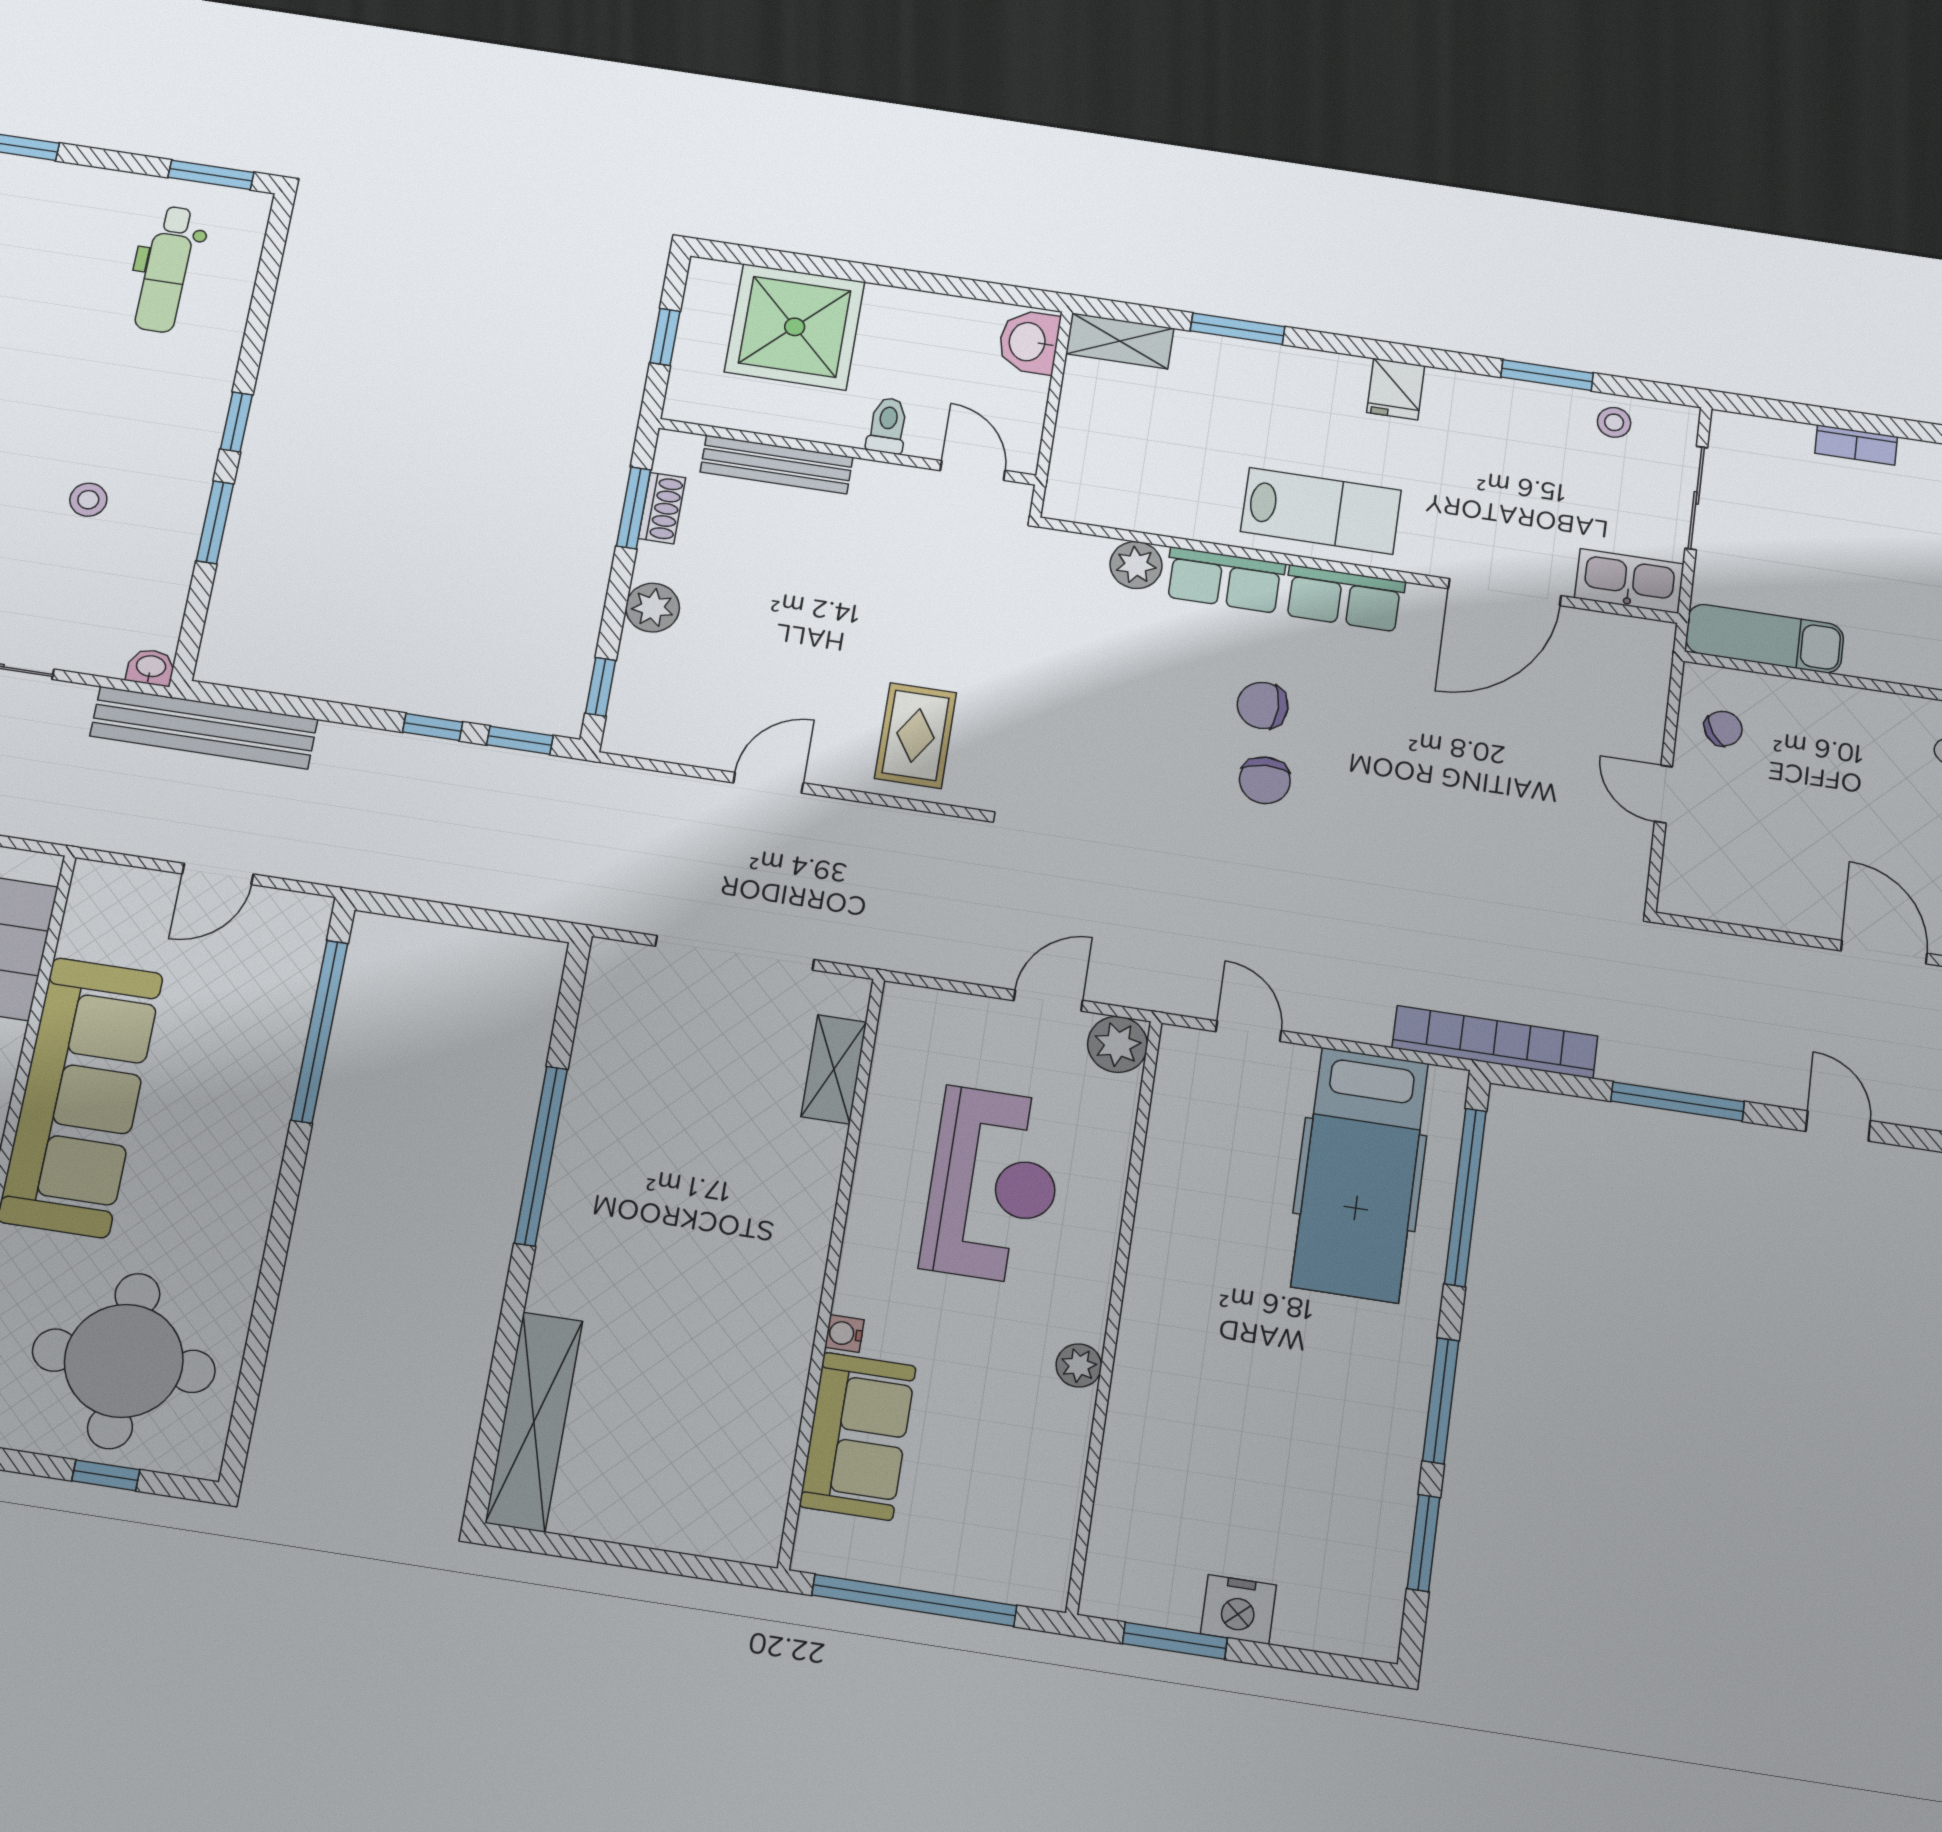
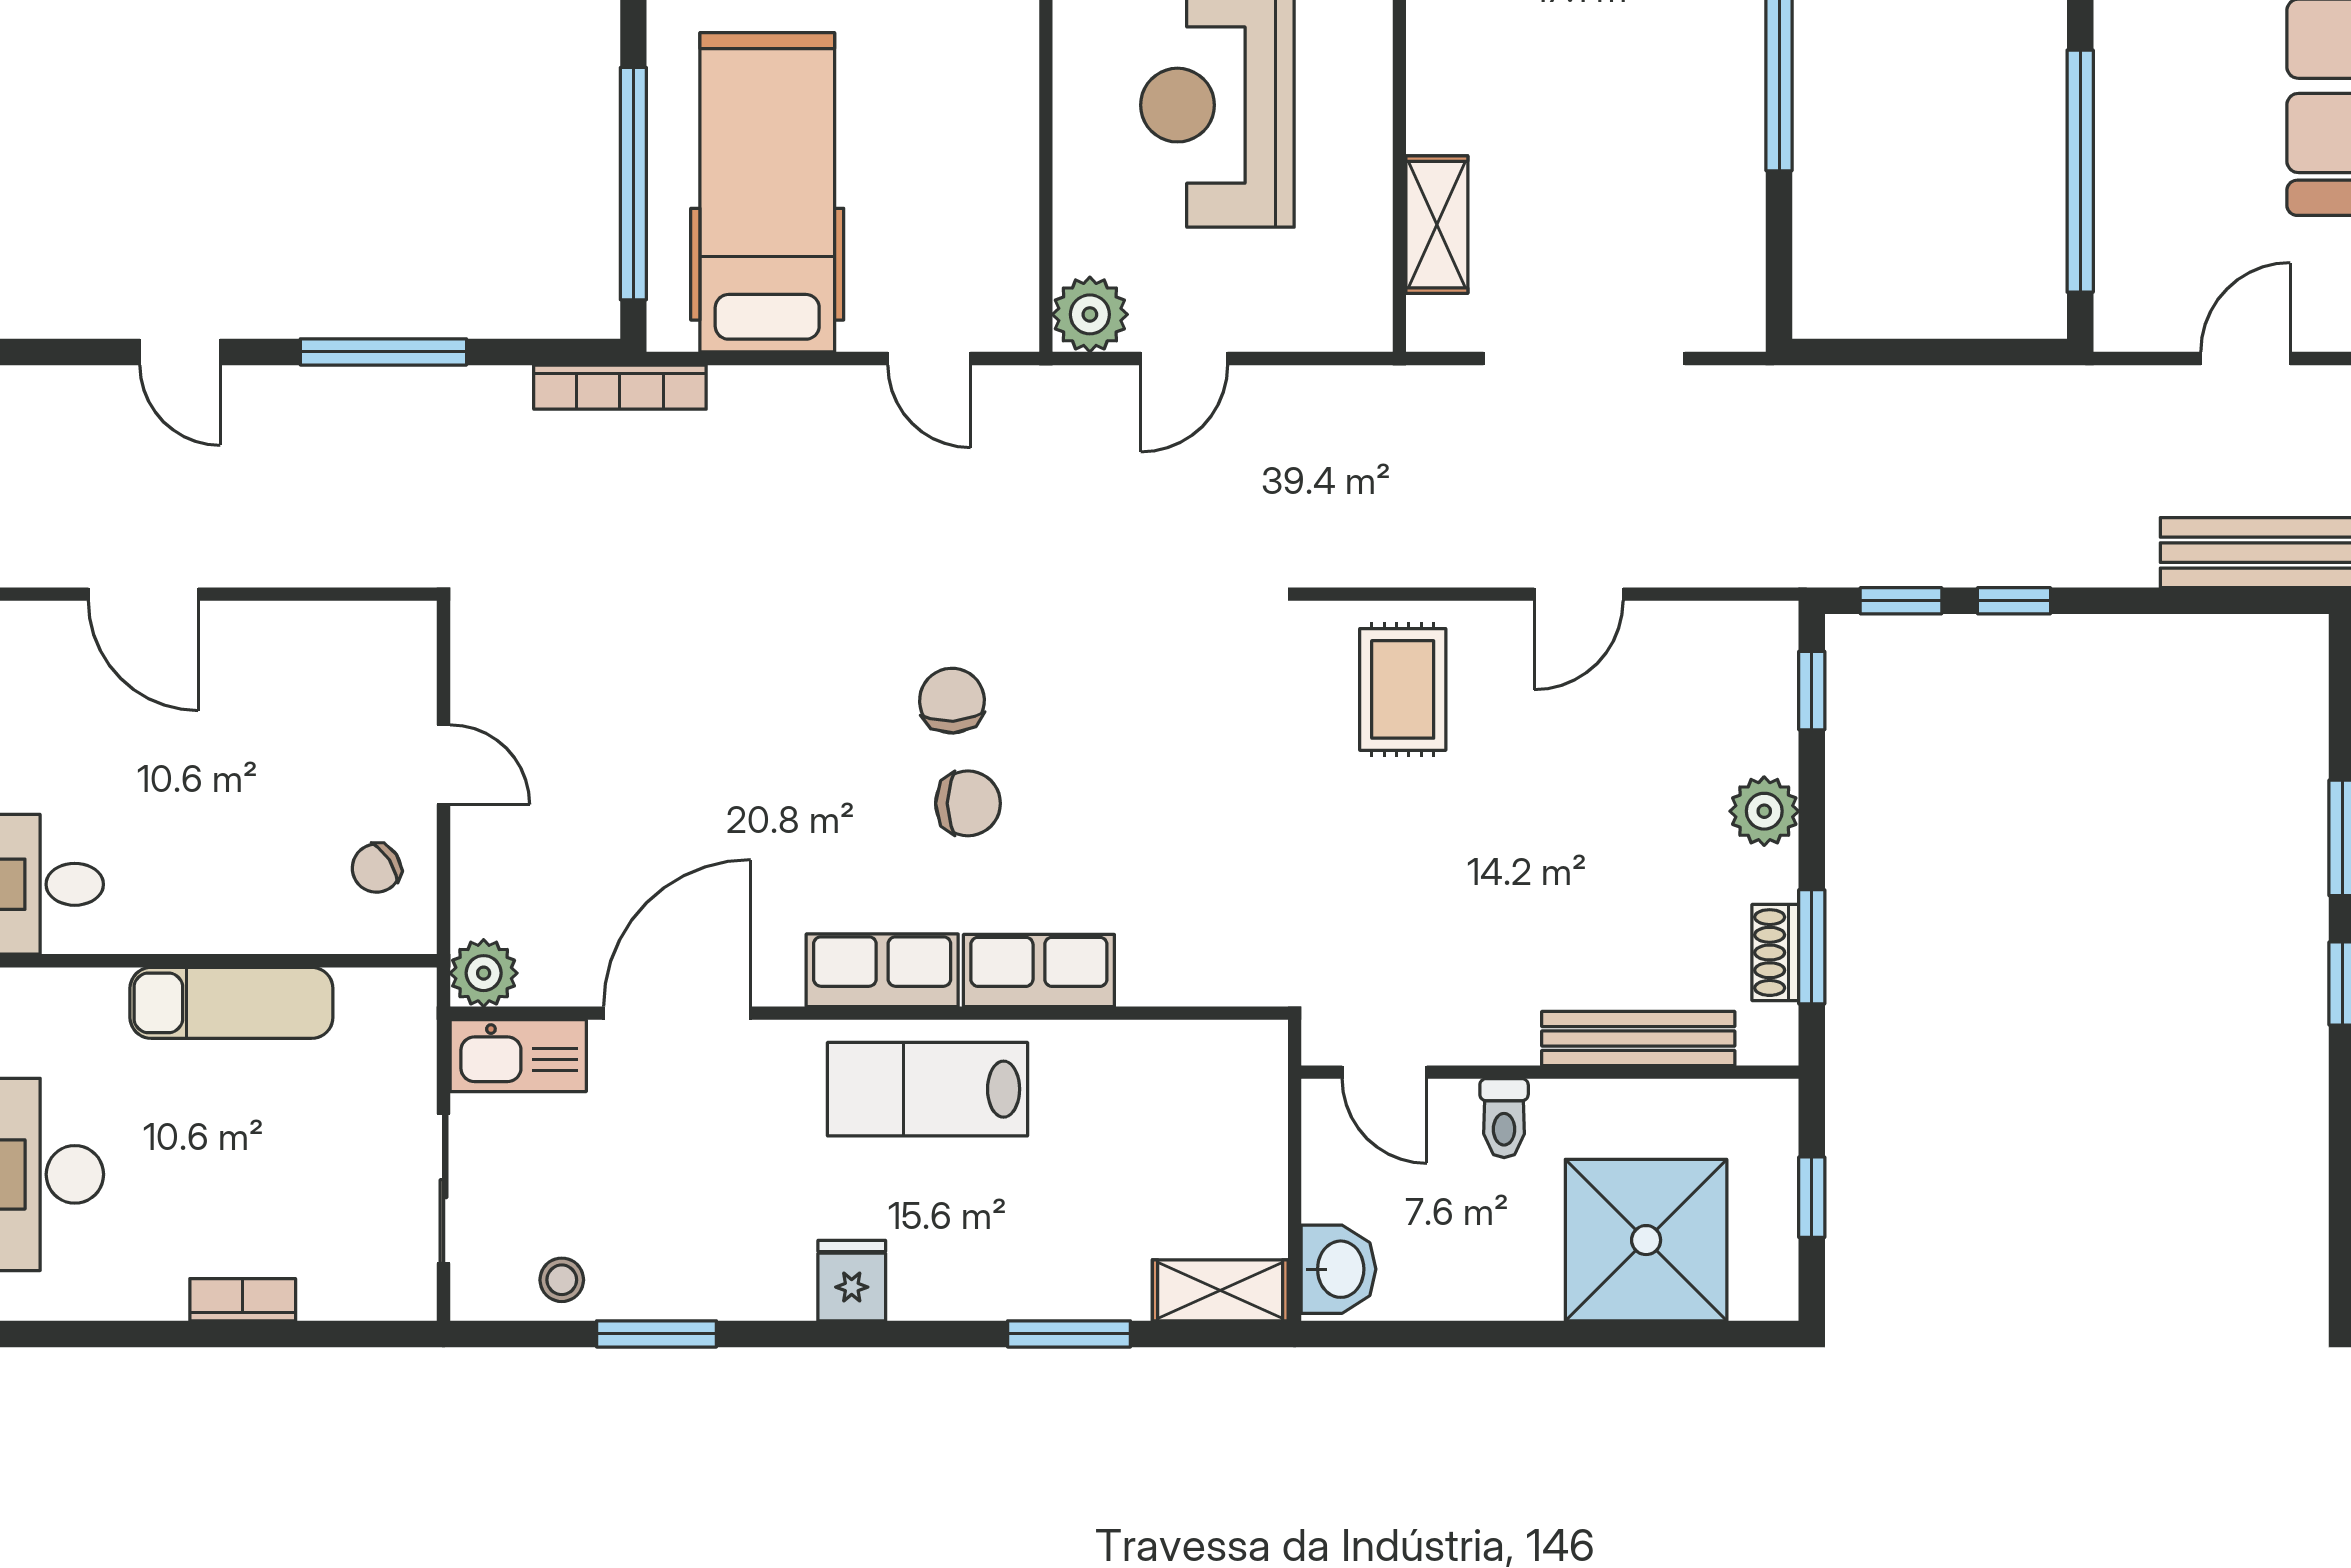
plant: (1136, 565) -> (484, 973), moved
exam couch: (1765, 639) -> (231, 1003), moved
bookcase: (1495, 1042) -> (620, 387), width x0.68, depth x0.76

